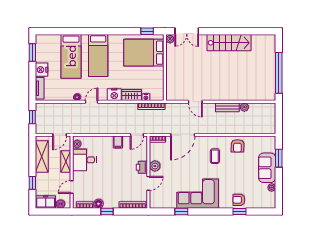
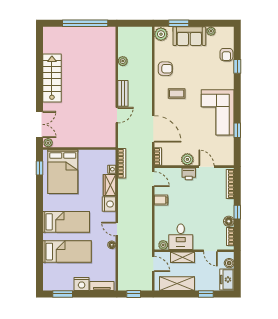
bench: (227, 107) -> (123, 93), moved
plant: (269, 142) -> (161, 34), added
armchair: (239, 200) -> (226, 55), moved

